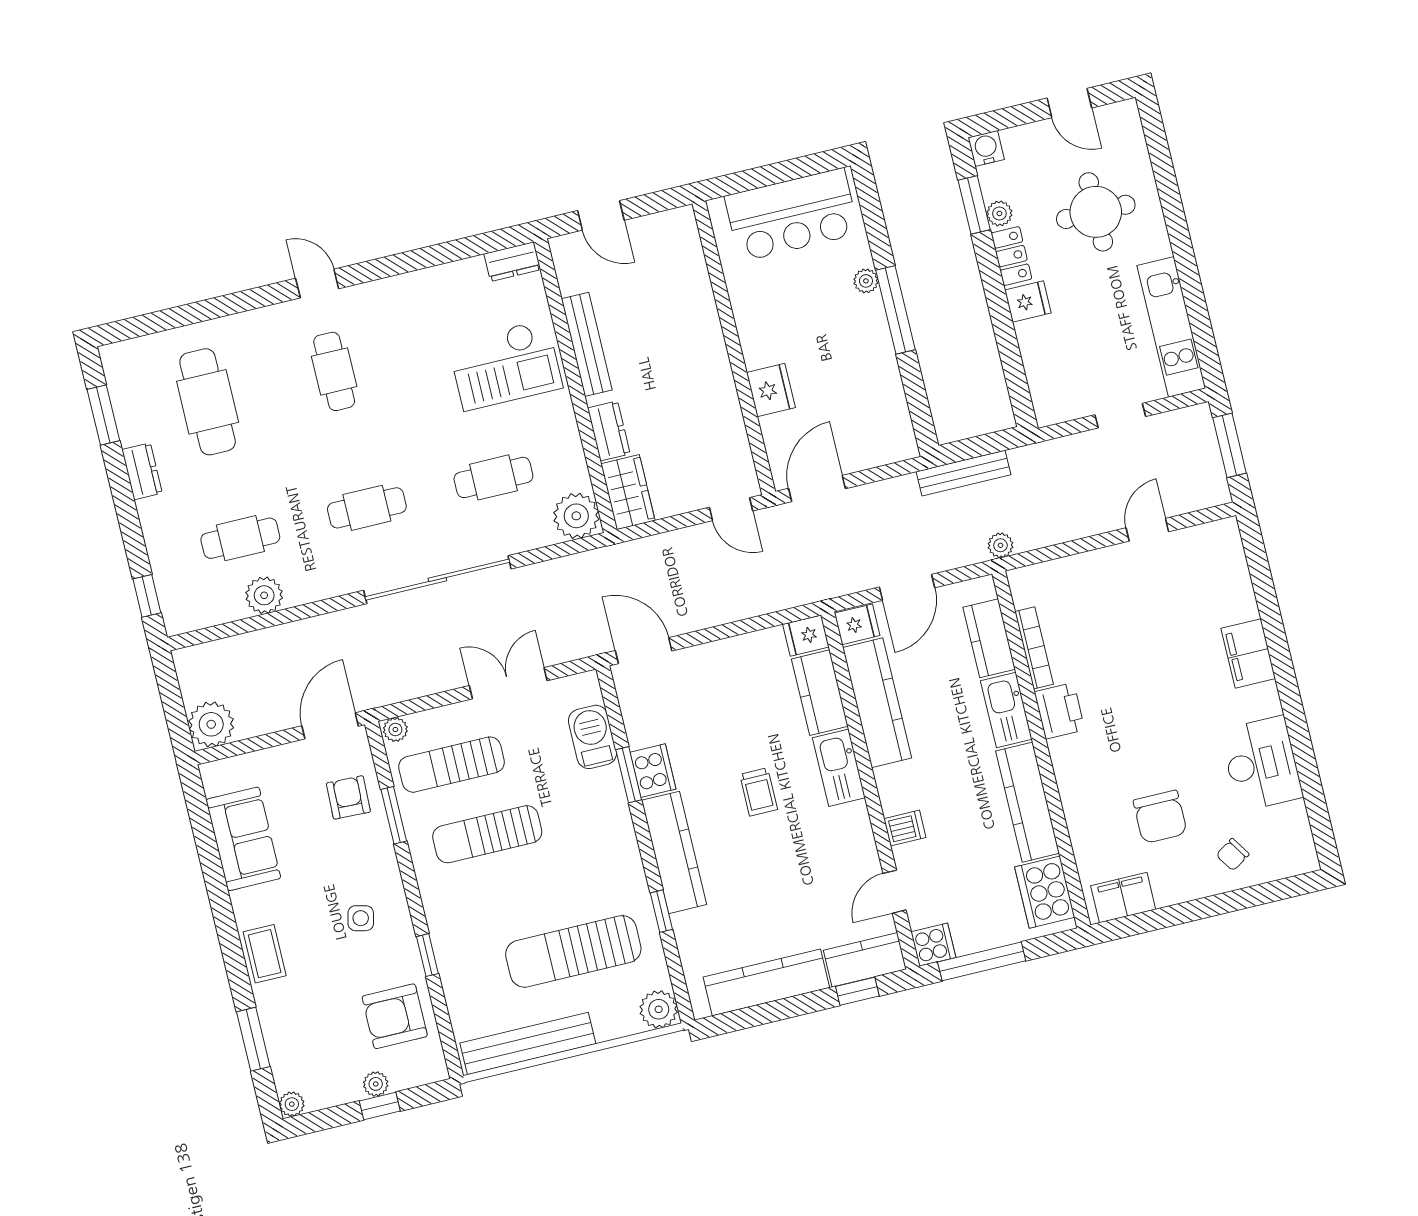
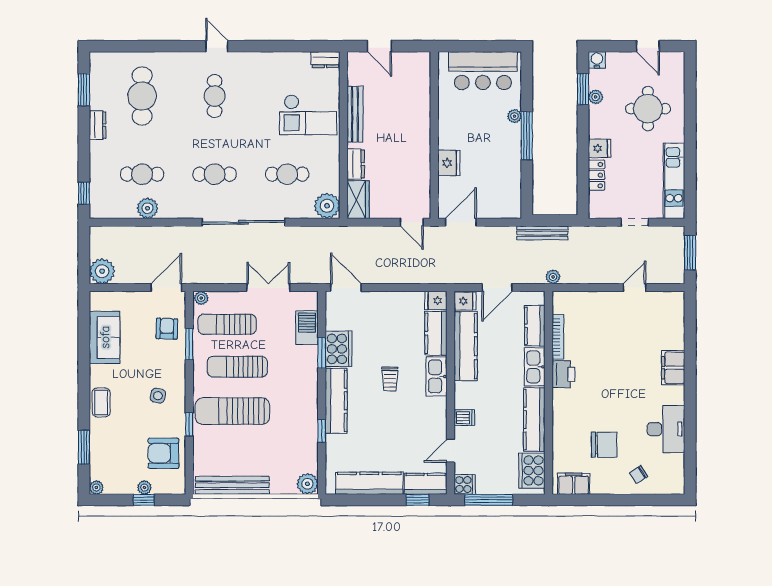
locker: (1011, 256) -> (597, 175), moved
cooker: (653, 771) -> (338, 349), width x1.37, depth x1.31
chair: (1160, 817) -> (604, 445), turned -90
sun lounger: (573, 951) -> (232, 411), moved

